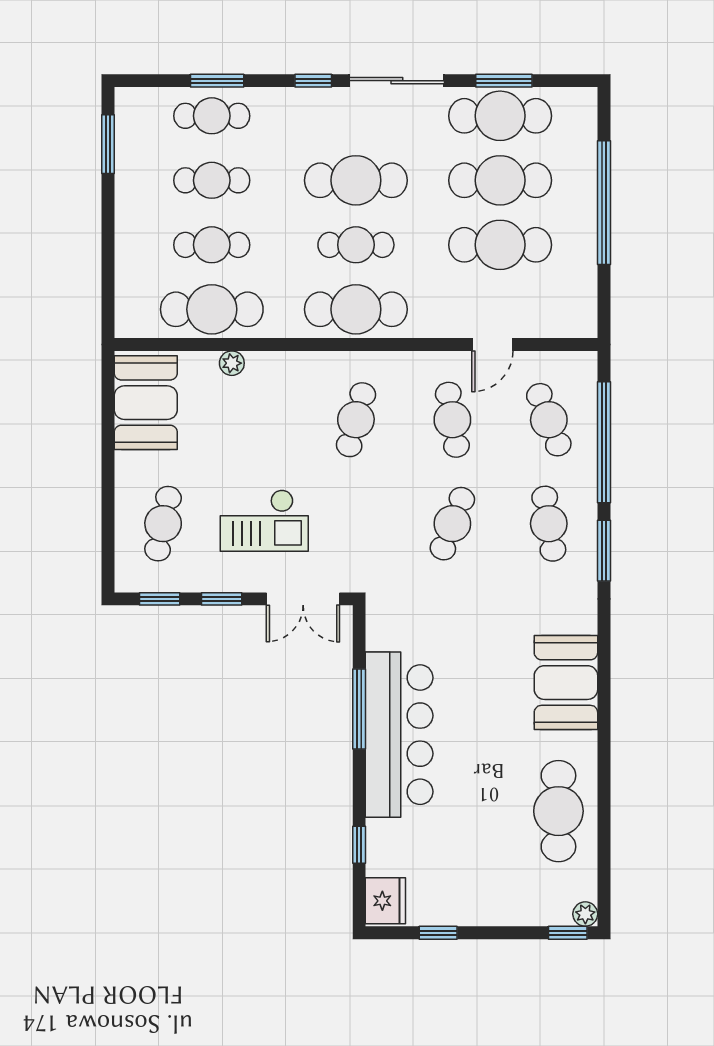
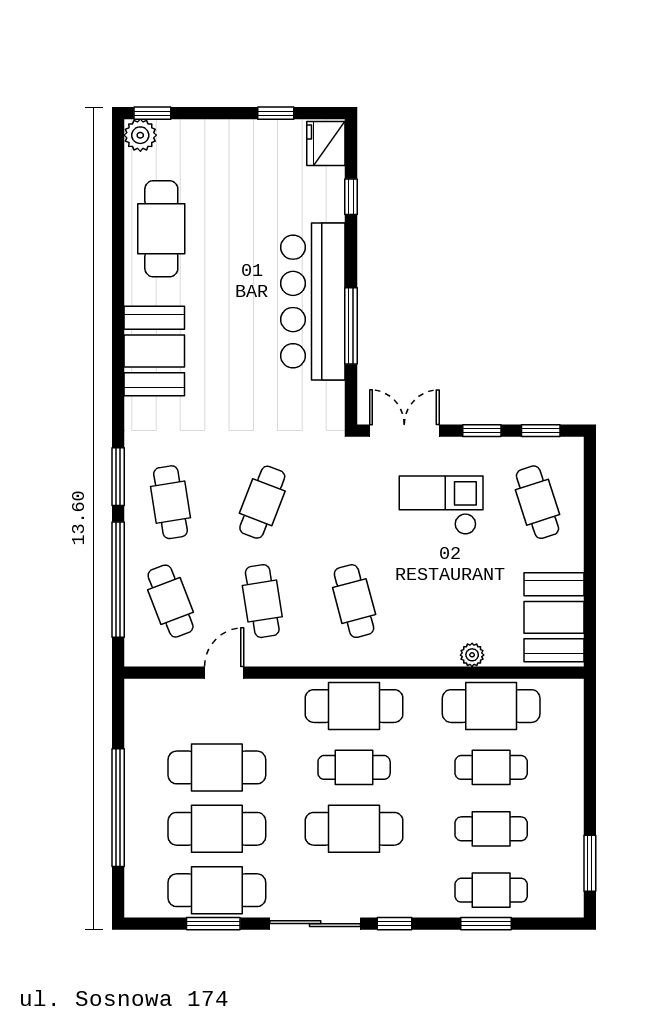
cafe table: (356, 420) -> (354, 601), turned -30
cafe table: (163, 524) -> (538, 502), turned -30
plant: (585, 914) -> (140, 135), width x1.38, depth x1.38

